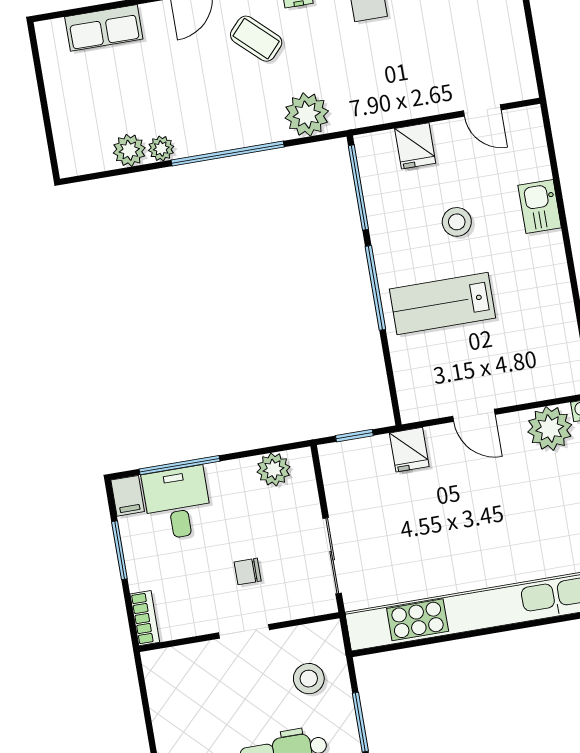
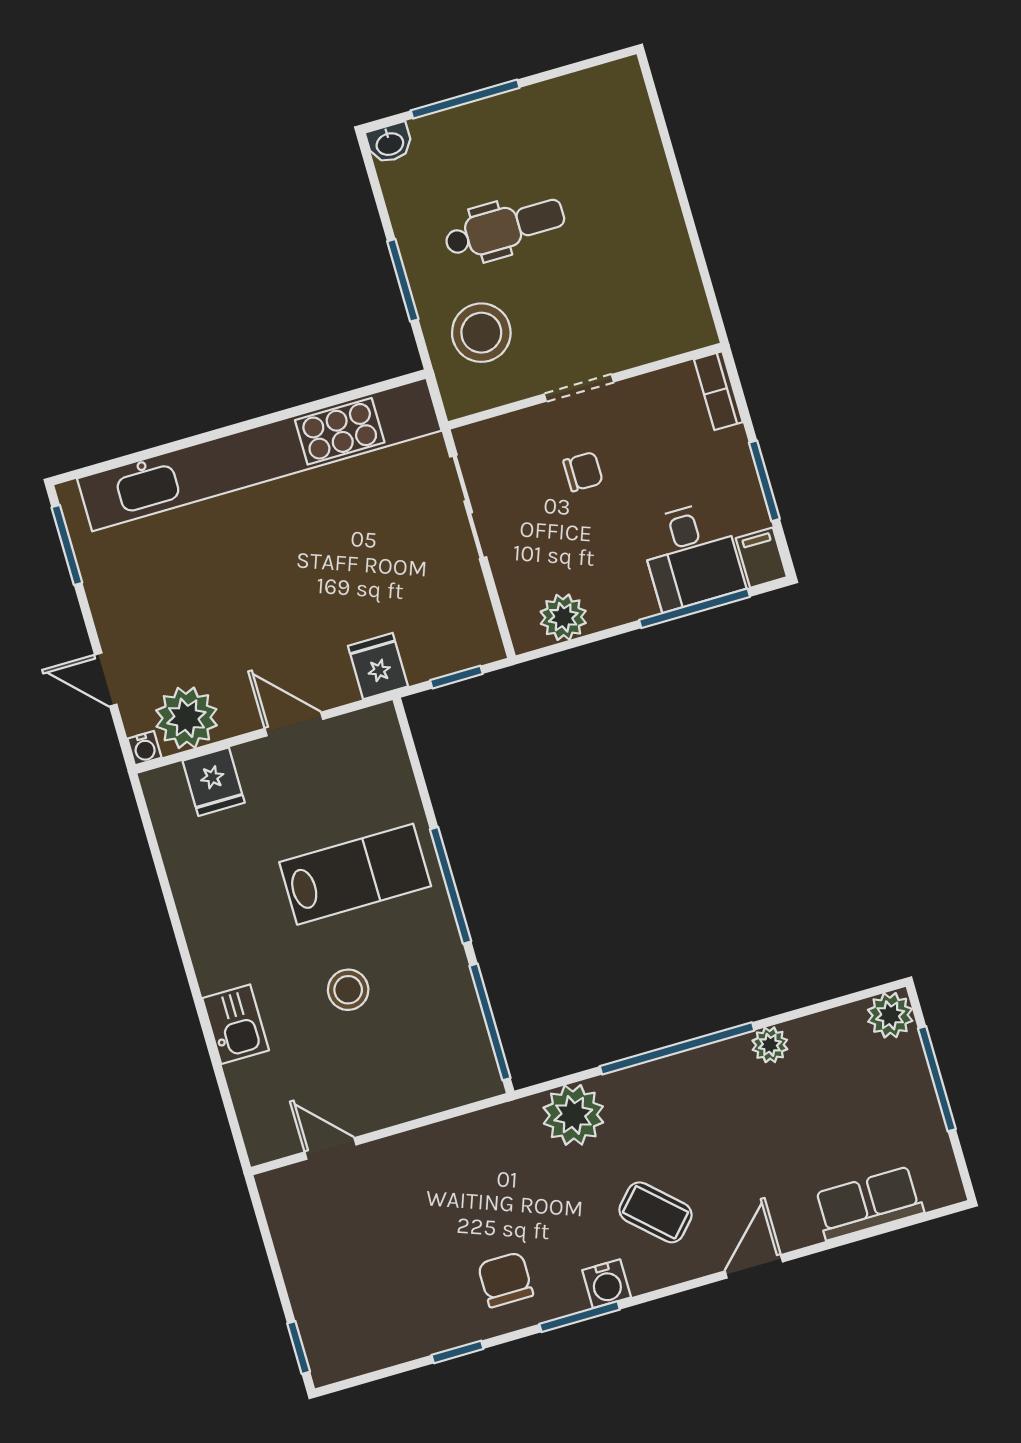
window: (45, 111) -> (937, 1079), added
fridge: (415, 146) -> (214, 782), moved, turned 180
plant: (129, 150) -> (890, 1015), moved
stool: (309, 679) -> (481, 333), width x1.38, depth x1.38

